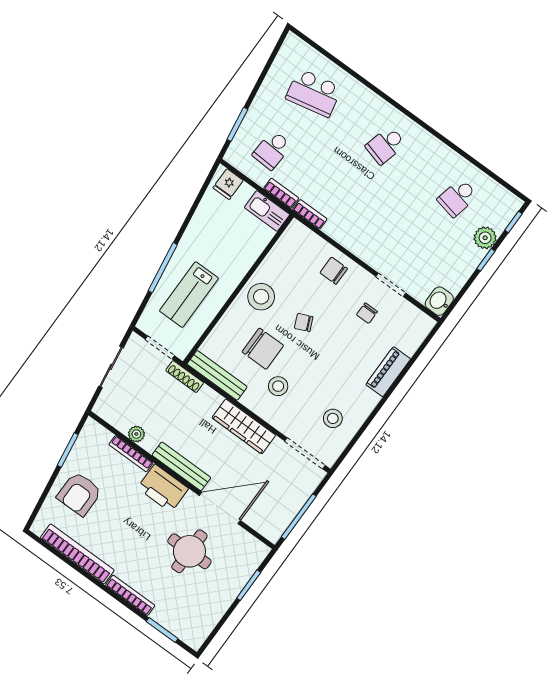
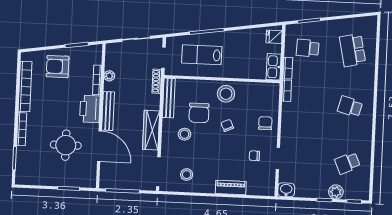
school desk: (457, 198) -> (347, 163), turned -36

